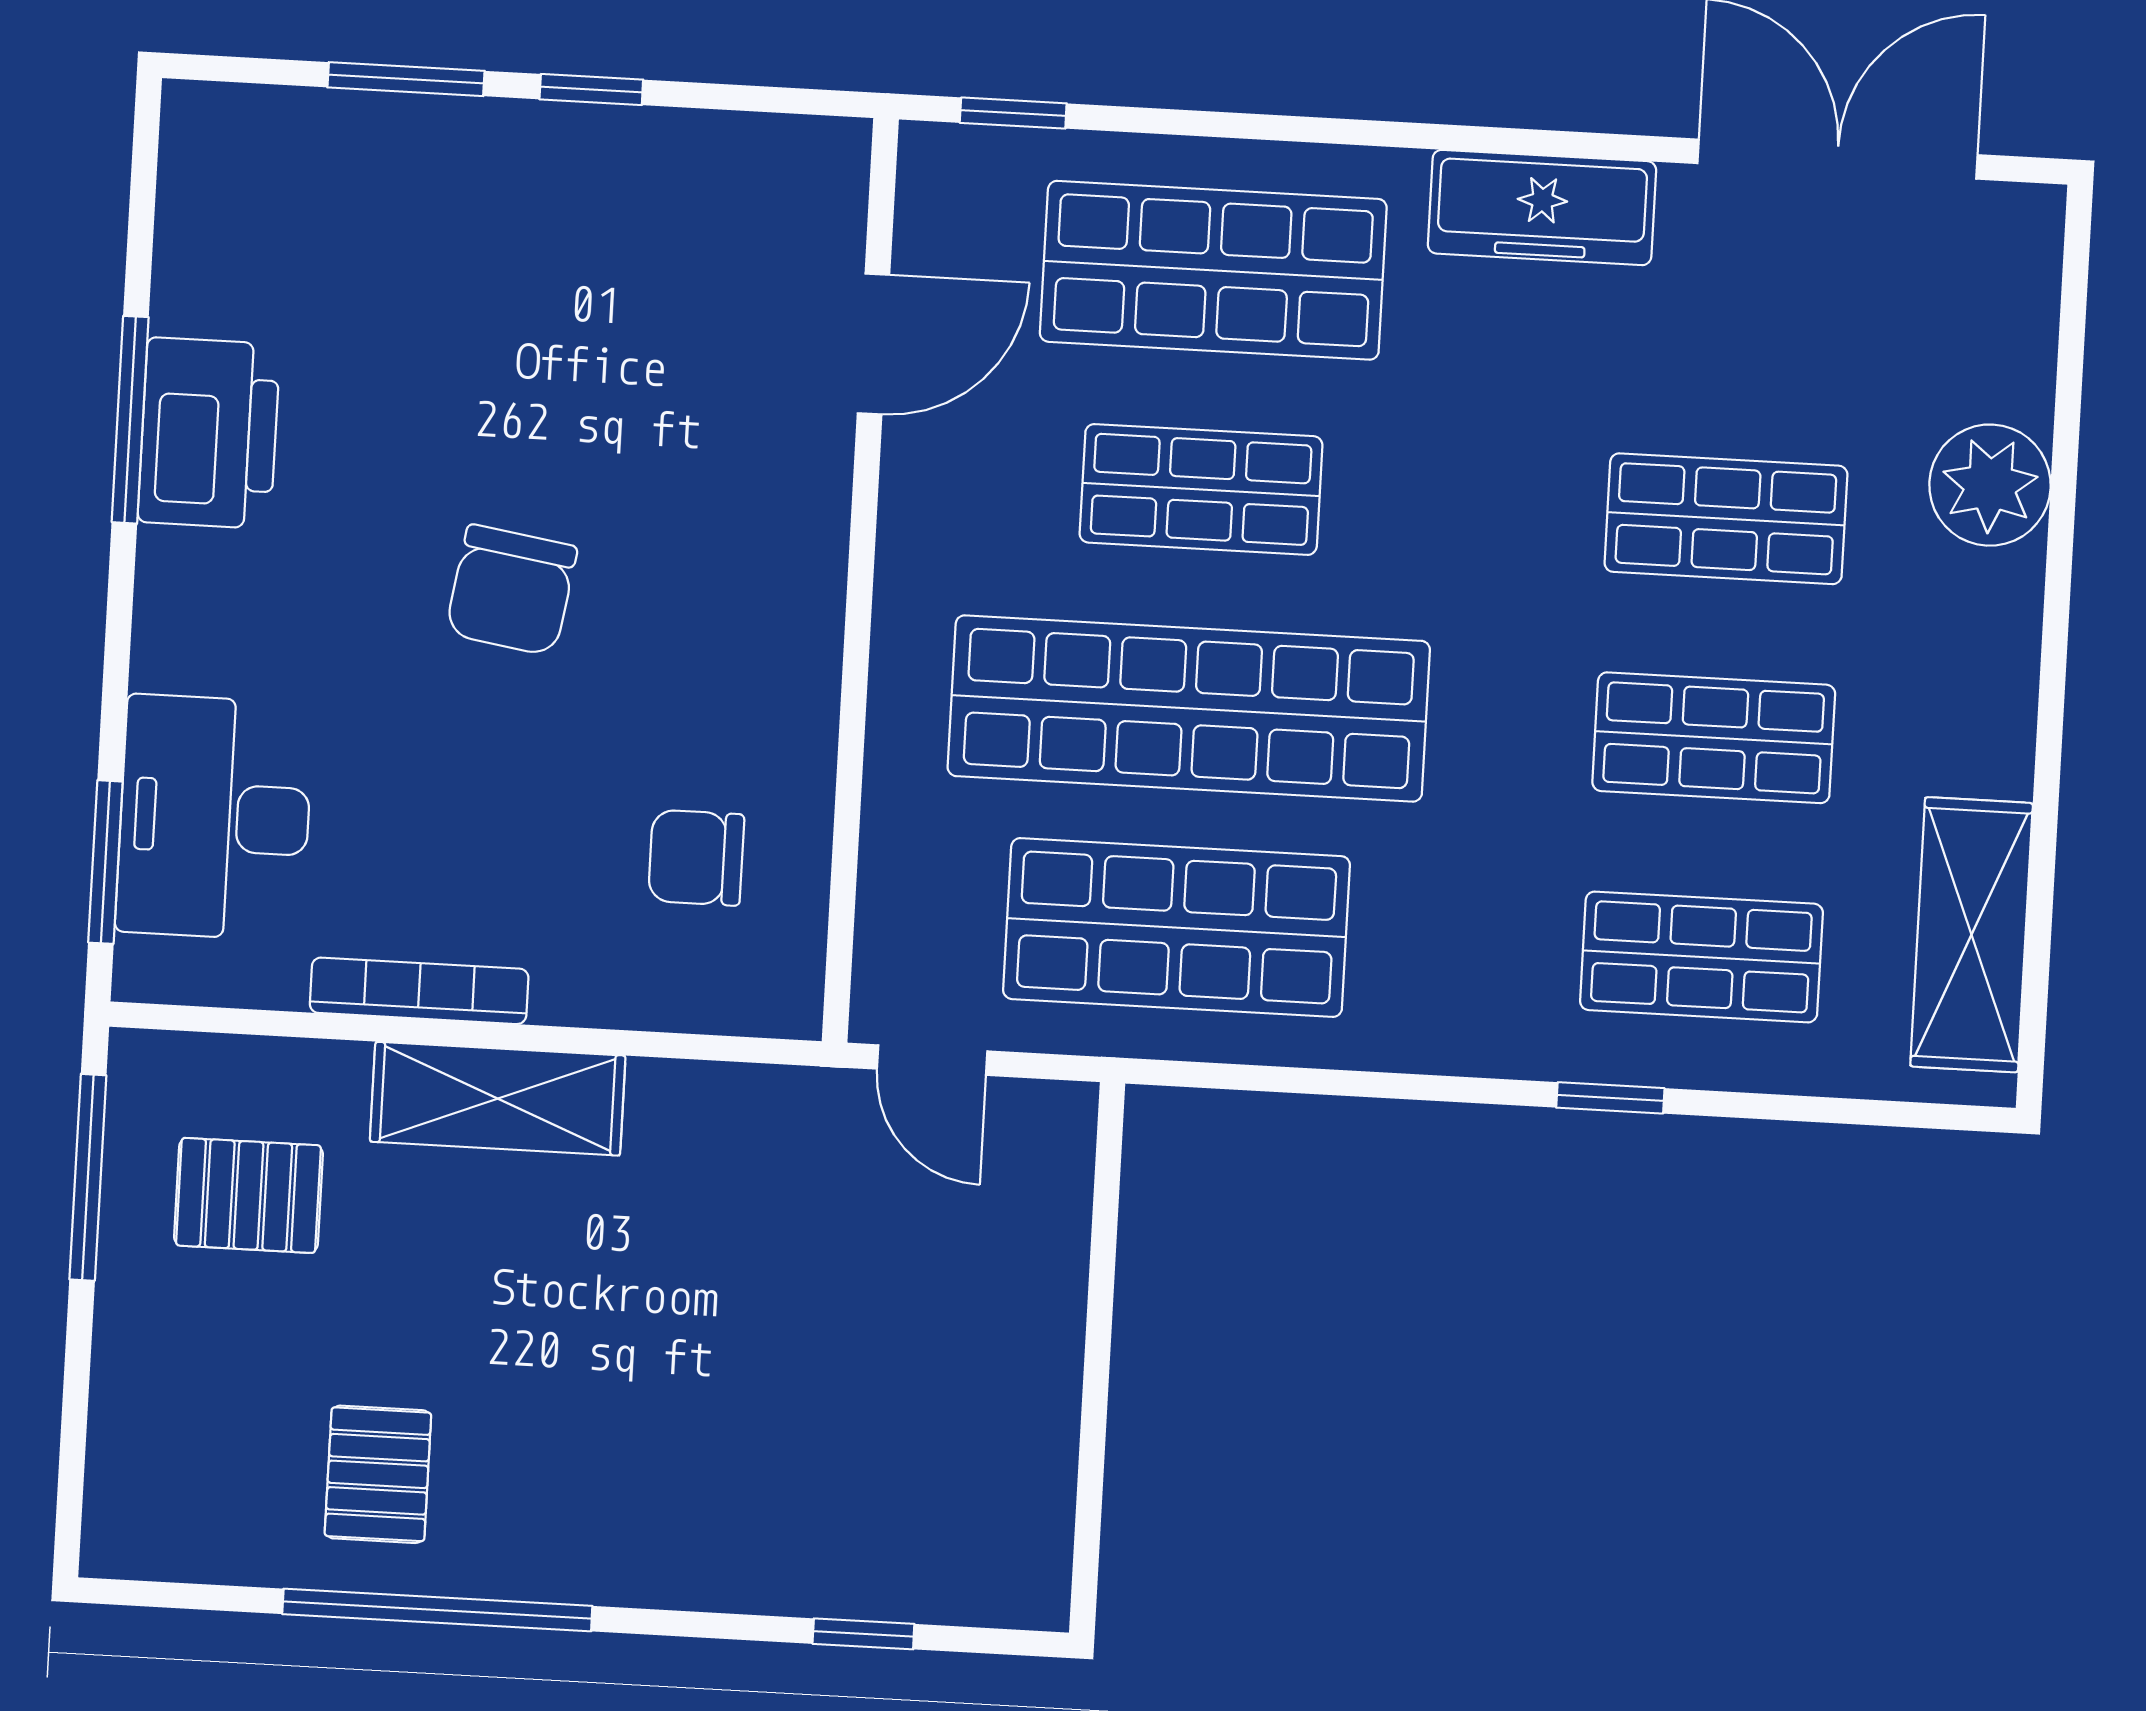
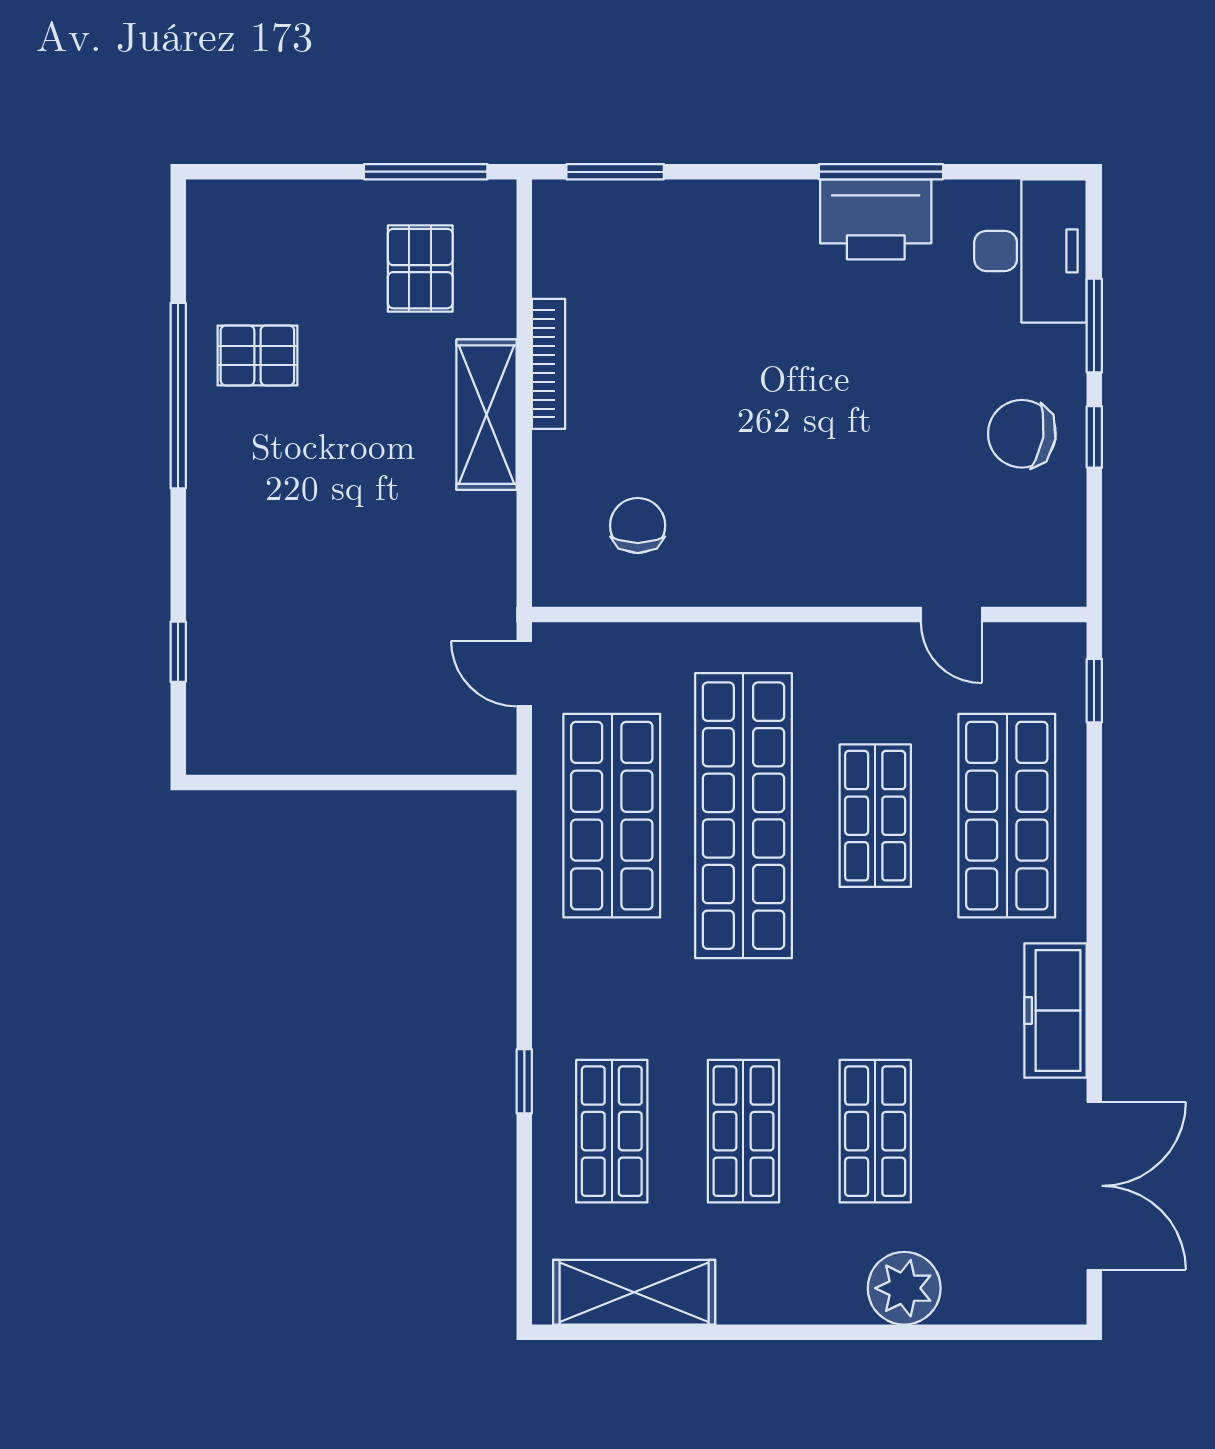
door: (874, 344) -> (951, 615), width x0.73
chair: (511, 590) -> (1022, 434), moved
desk: (215, 817) -> (1030, 251), moved, turned 90
door: (932, 1060) -> (524, 674), hinge flipped

